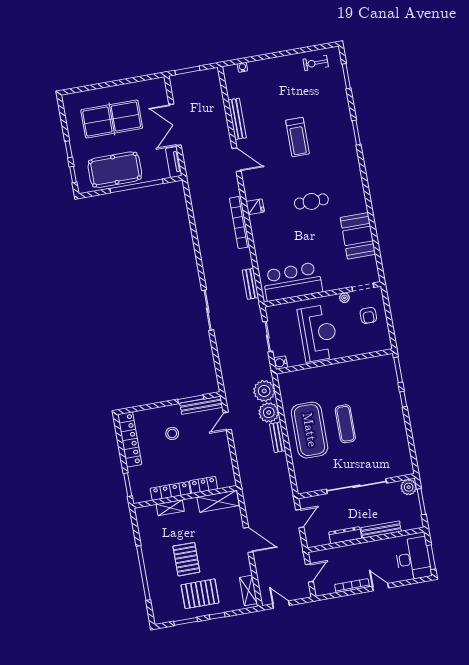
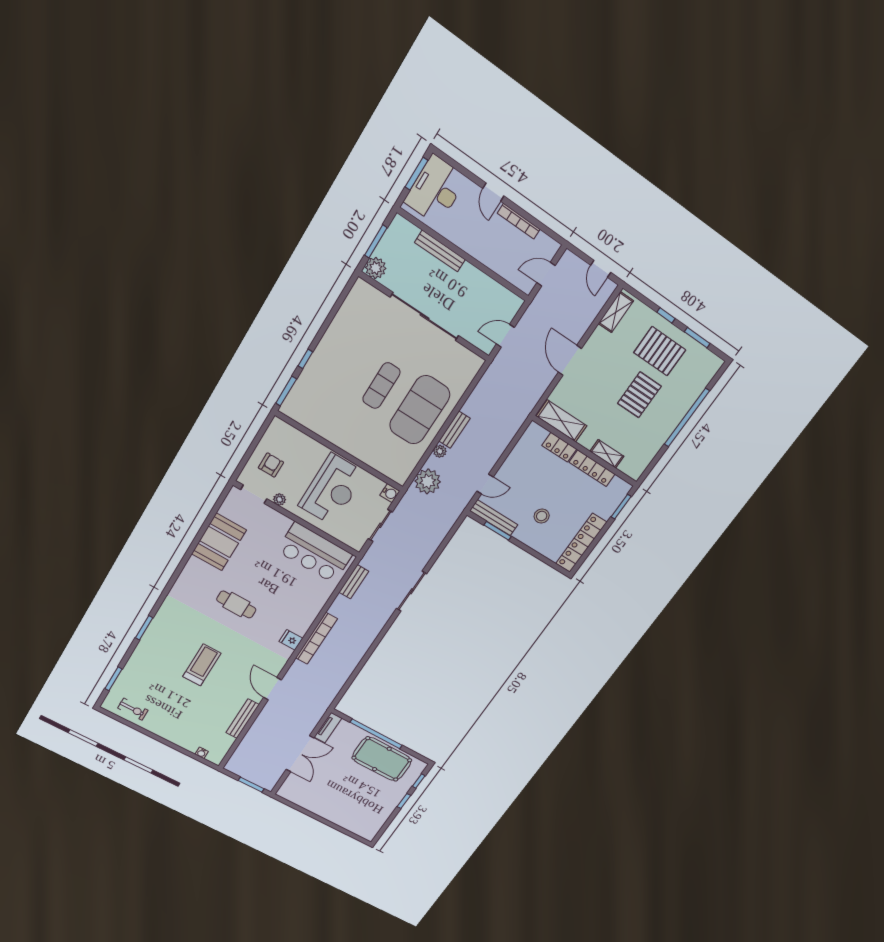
table tennis table: (112, 119) -> (348, 796), removed
reception desk: (318, 333) -> (332, 489), turned 180
plant: (269, 412) -> (440, 451), width x0.53, depth x0.53
dresser: (345, 535) -> (479, 279), removed

